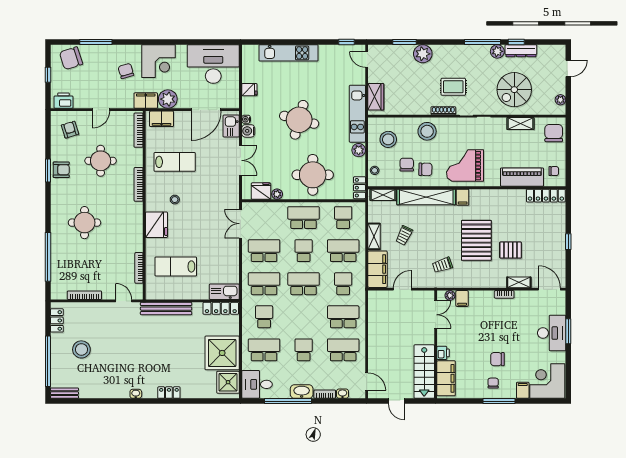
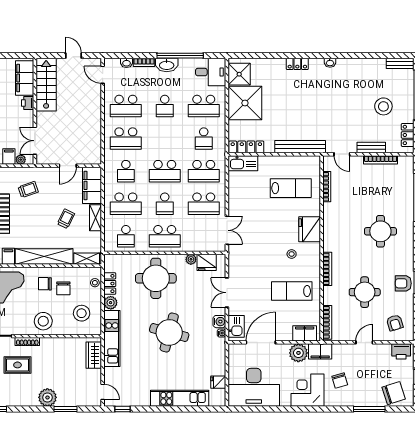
fridge: (249, 90) -> (218, 382), moved
locker: (359, 188) -> (110, 284), moved
bench: (94, 308) -> (371, 148), added

